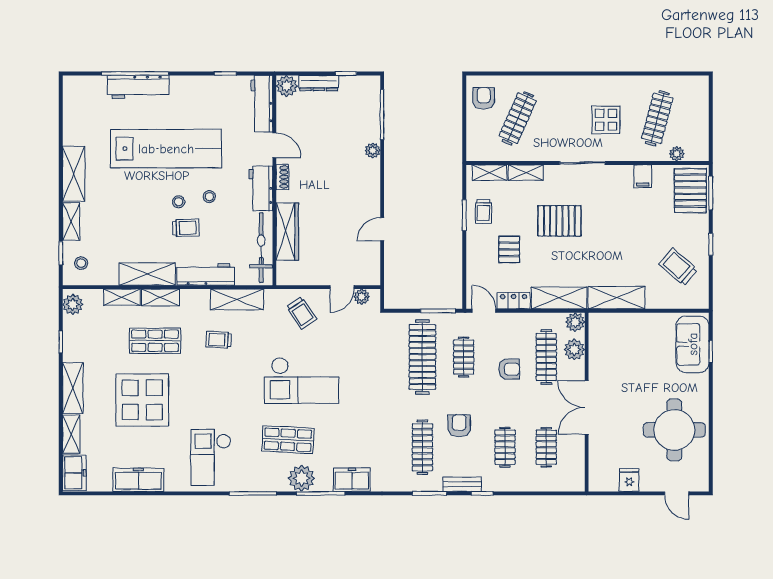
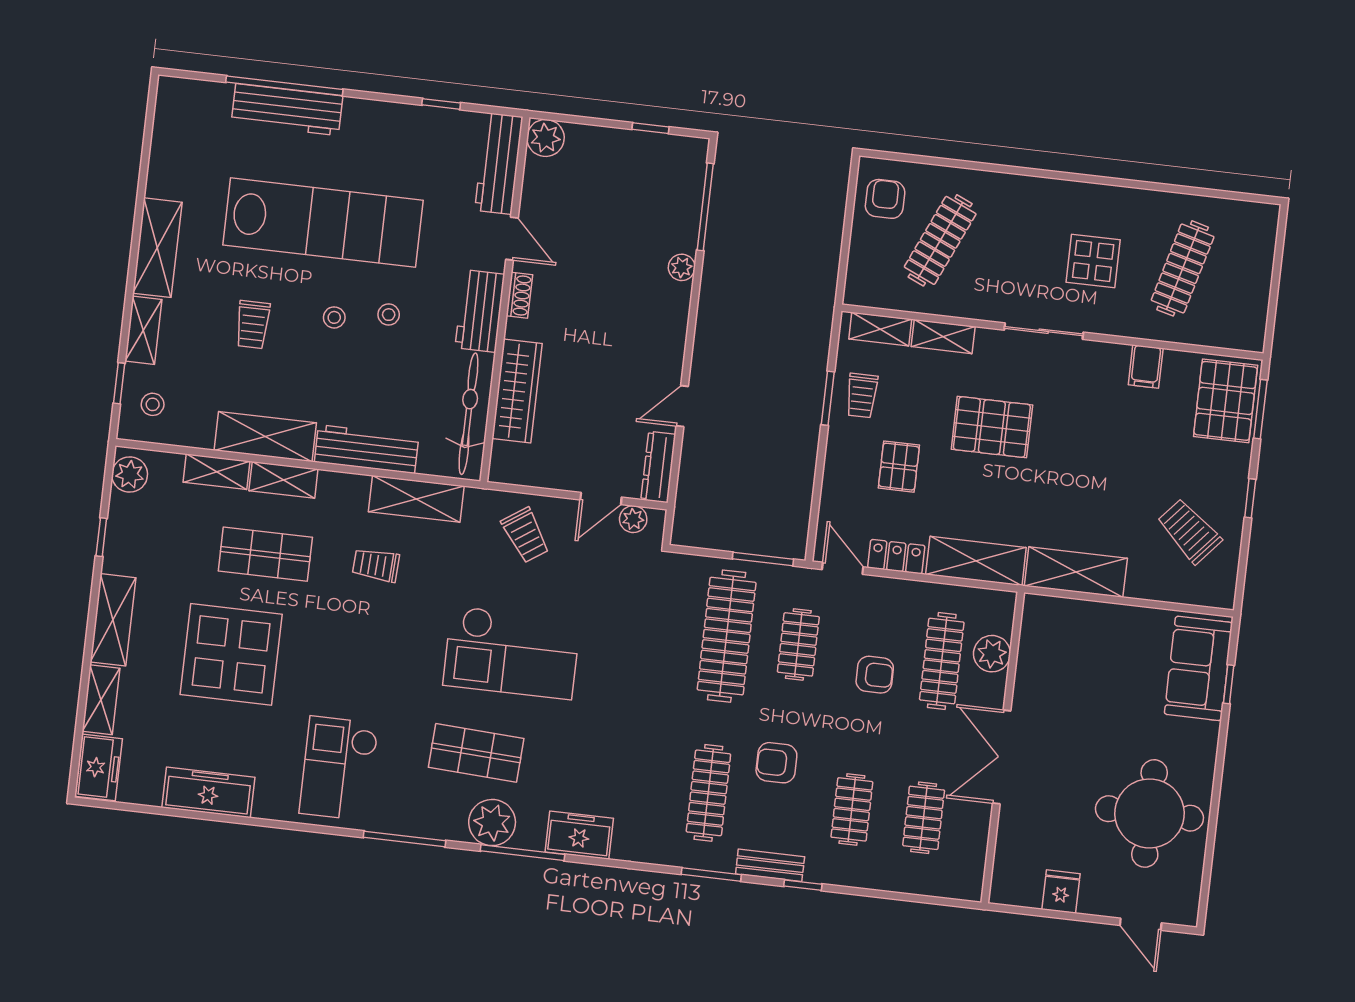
dresser: (319, 83) -> (658, 467), moved, turned 90
plant: (677, 154) -> (1209, 334), removed
trolley: (186, 228) -> (253, 325), moved, turned 92
plant: (575, 322) -> (999, 606), removed
armchair: (459, 426) -> (776, 763), turned -90

